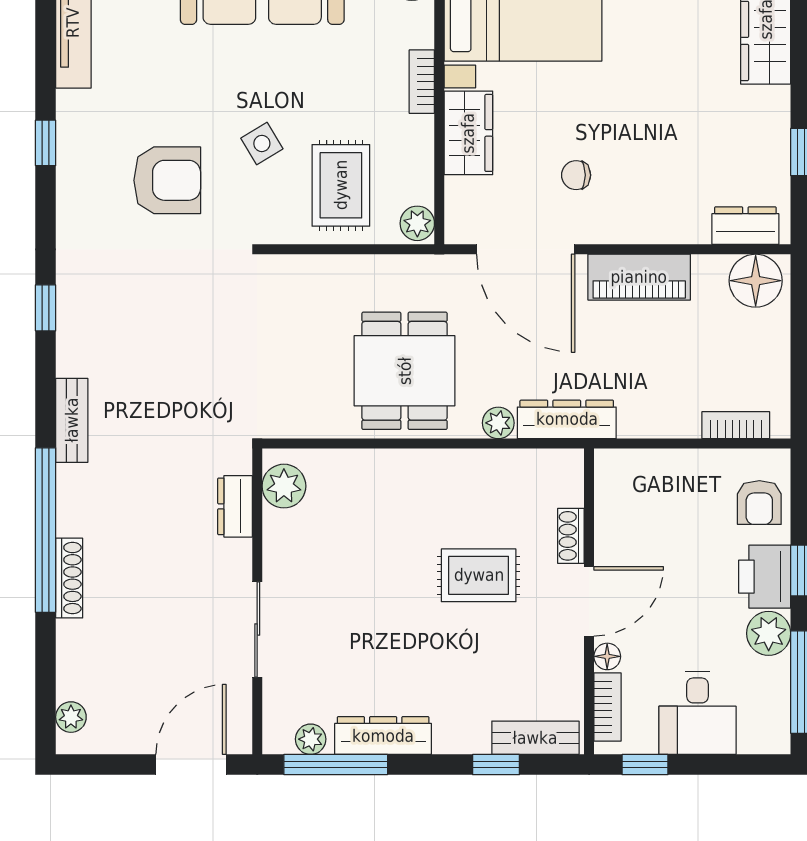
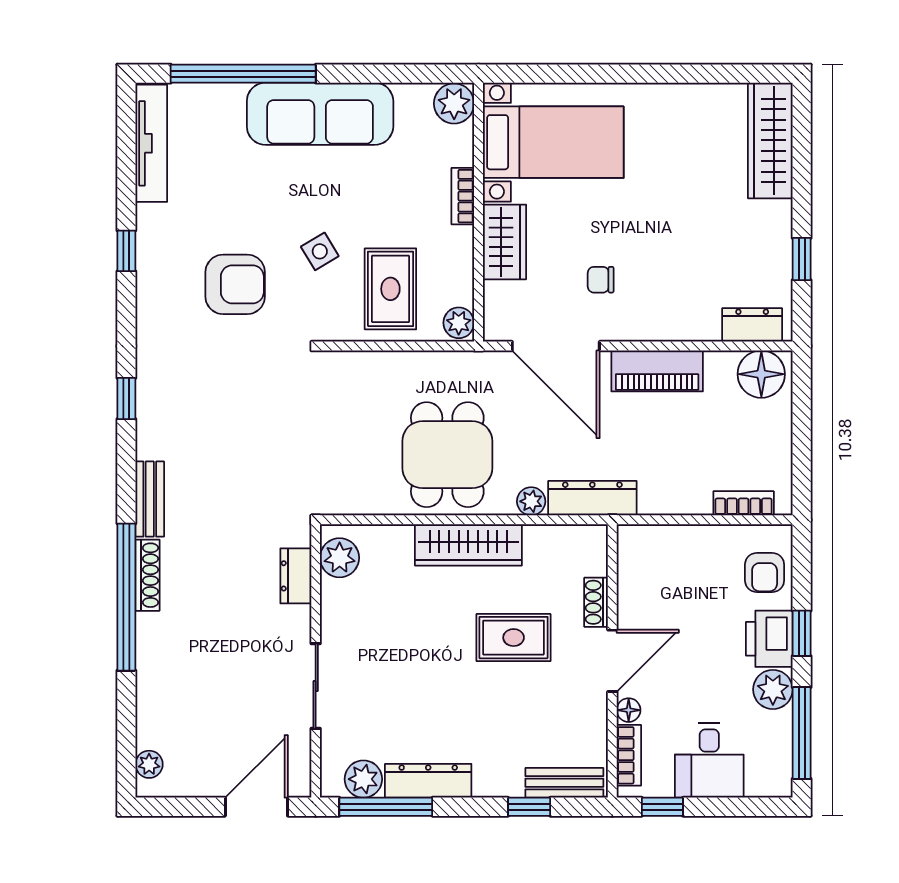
wardrobe: (428, 472) -> (468, 545), added
shoe rack: (69, 578) -> (148, 575), moved
plant: (311, 739) -> (363, 779), width x1.38, depth x1.38

